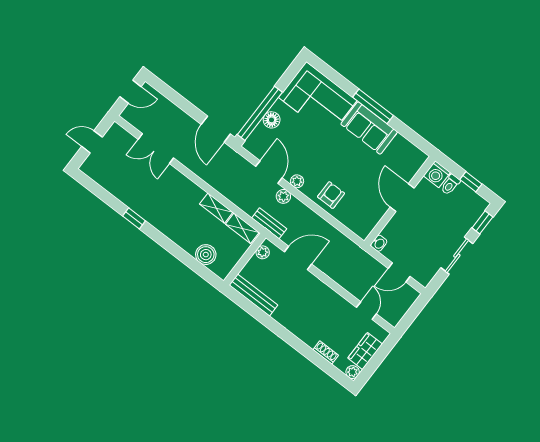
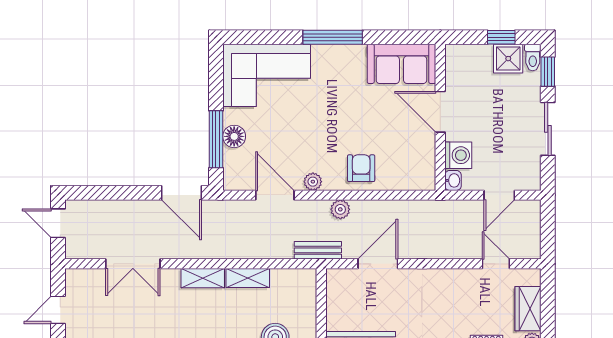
door: (131, 92) -> (58, 223), swing flipped
window: (260, 113) -> (216, 139), width x0.68
sofa: (369, 128) -> (401, 64), moved
washing machine: (437, 174) -> (458, 155), moved, turned -90
toilet: (450, 185) -> (533, 57), moved
plant: (283, 196) -> (340, 209), moved
shower: (465, 197) -> (508, 59), added
shelving: (242, 228) -> (203, 278), moved
plant: (263, 252) -> (335, 287), removed

